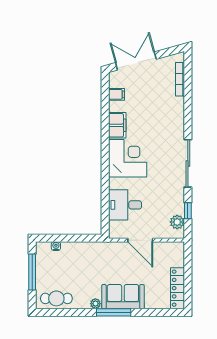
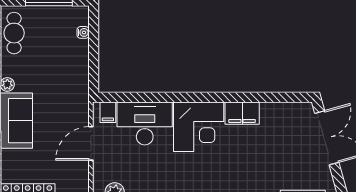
filing cabinet: (116, 94) -> (108, 112), moved
desk: (125, 205) -> (145, 123), width x1.37

